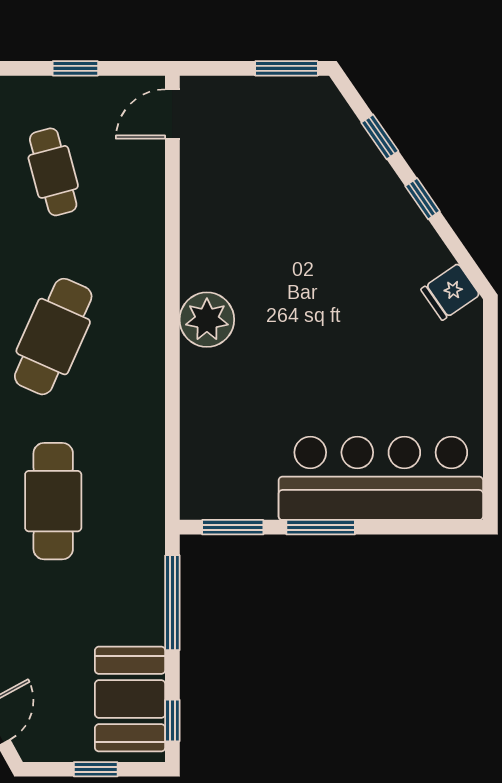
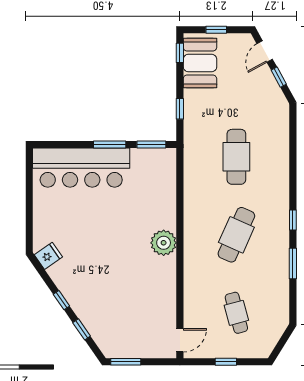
window: (172, 603) -> (180, 109), width x0.46

